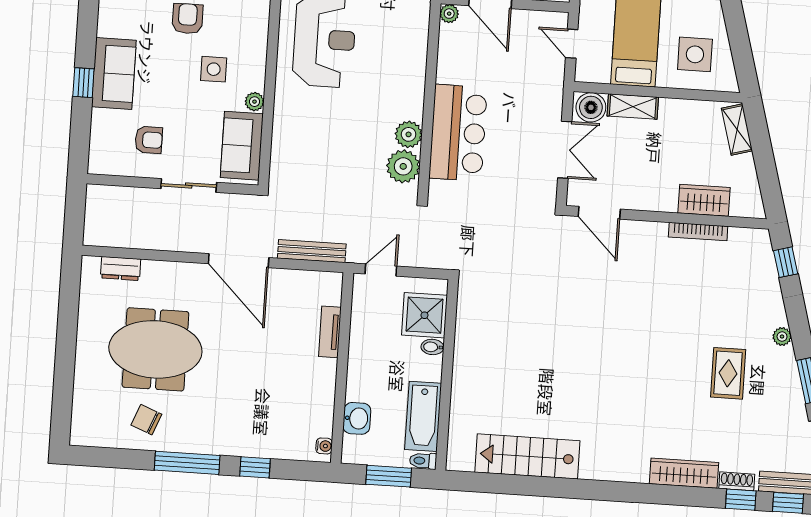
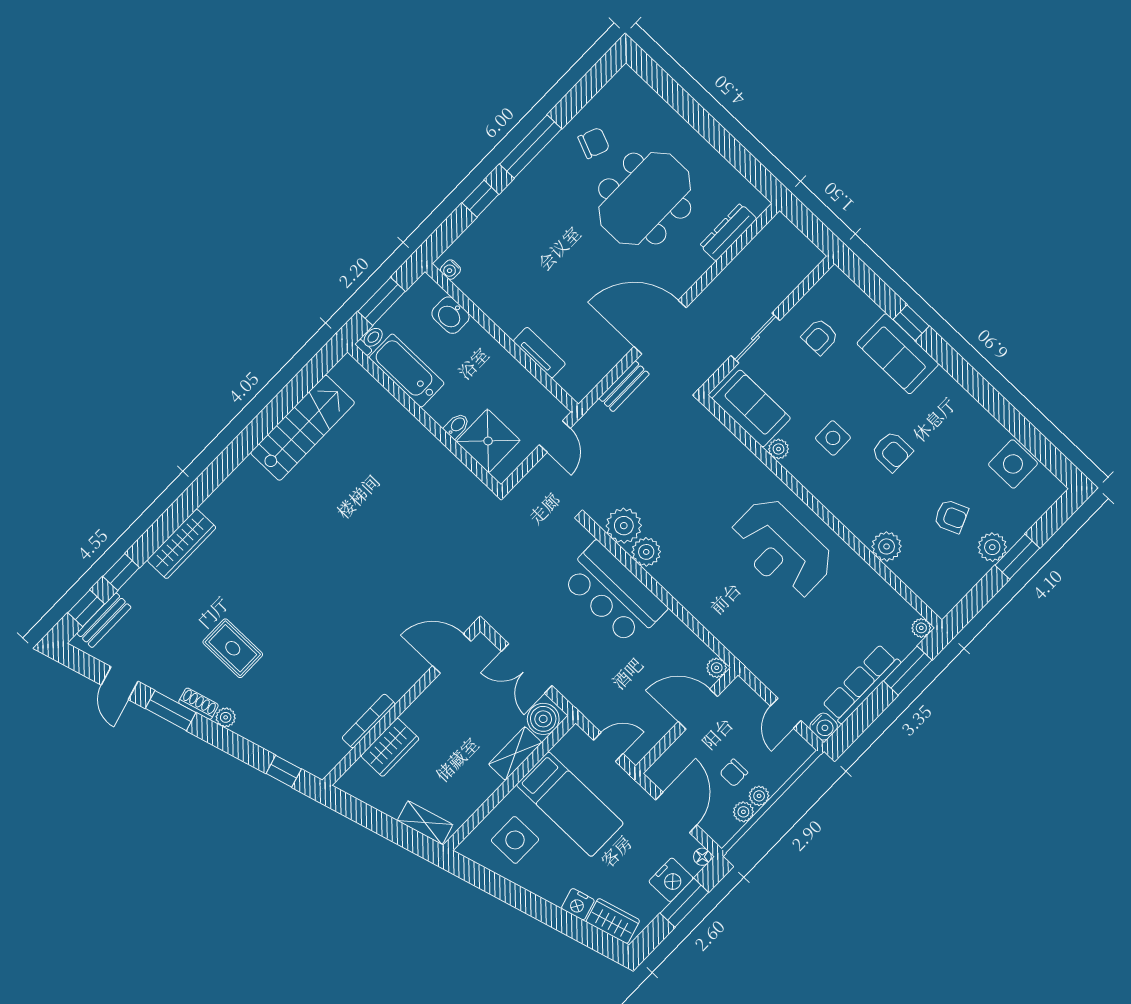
bench: (312, 251) -> (624, 386), width x0.73
dresser: (121, 268) -> (728, 232), width x1.44
shoe rack: (737, 481) -> (198, 704), moved, turned -106

